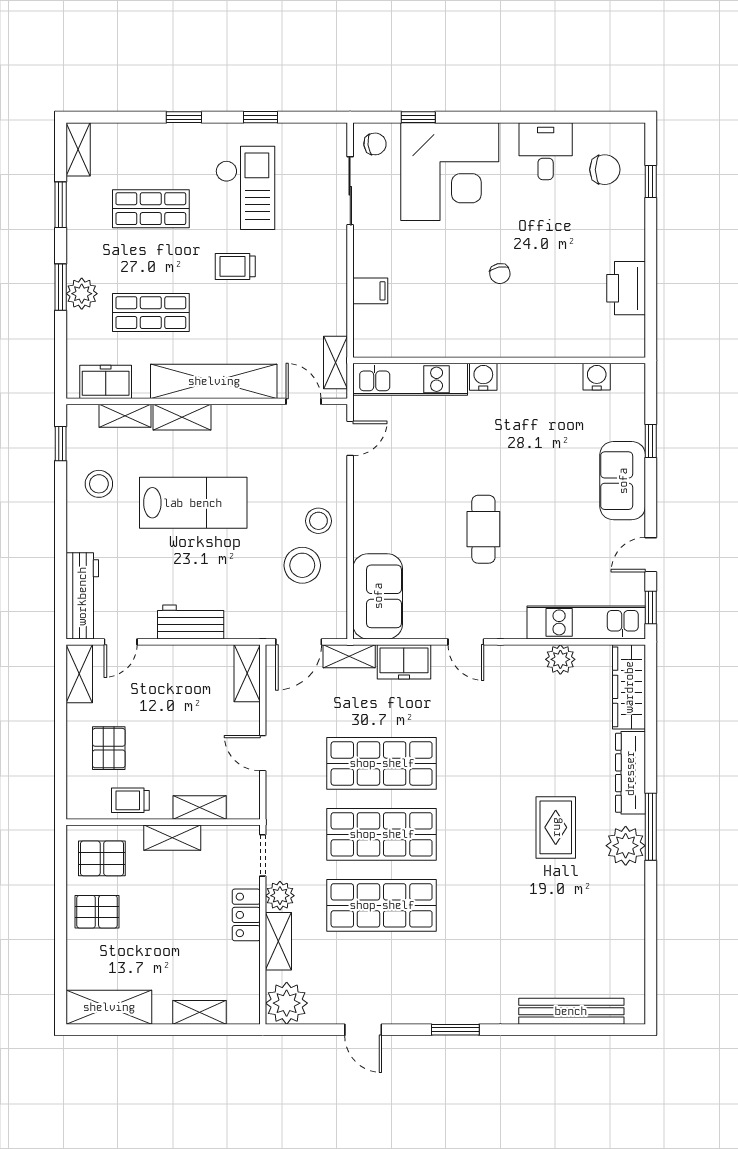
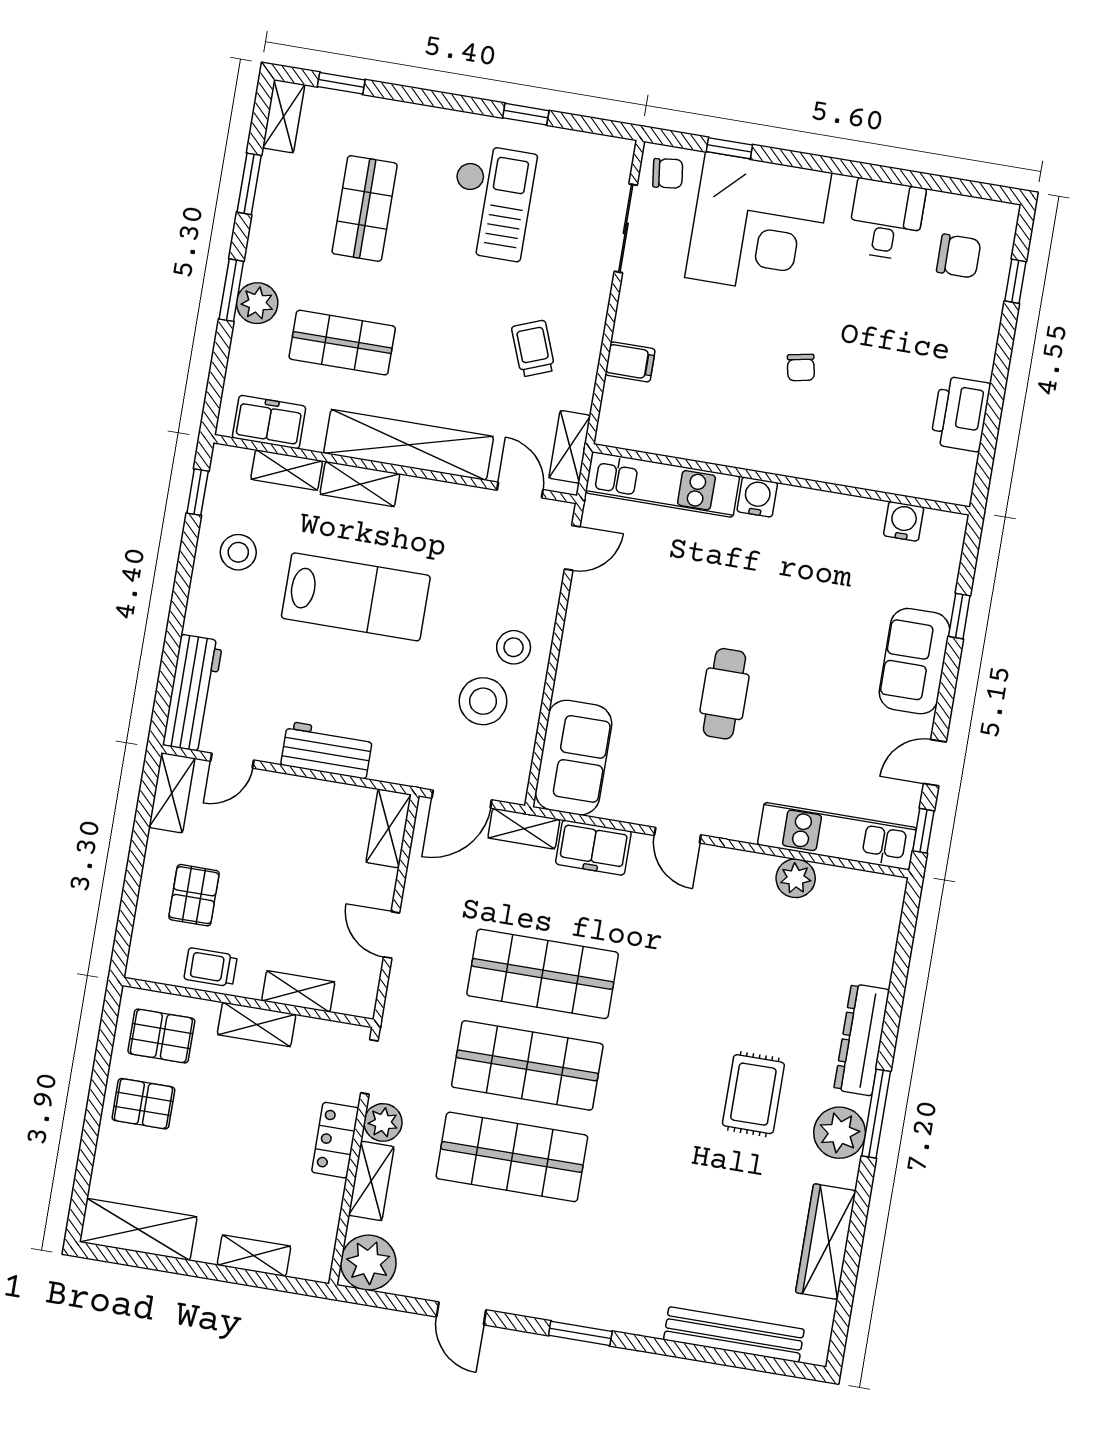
window: (184, 117) -> (341, 83), moved
shop shelf: (151, 209) -> (365, 208), turned 90
trolley: (235, 266) -> (533, 349), moved, turned 69
wardrobe: (629, 687) -> (826, 1242), moved

